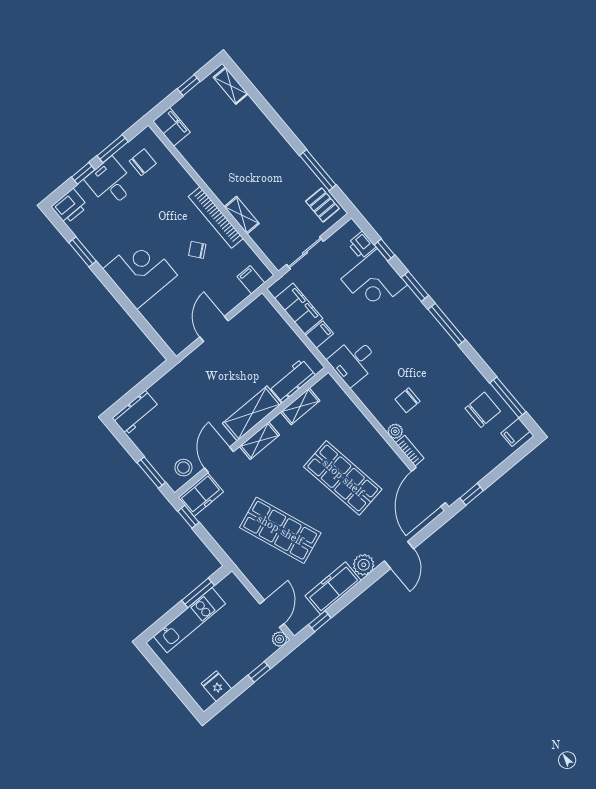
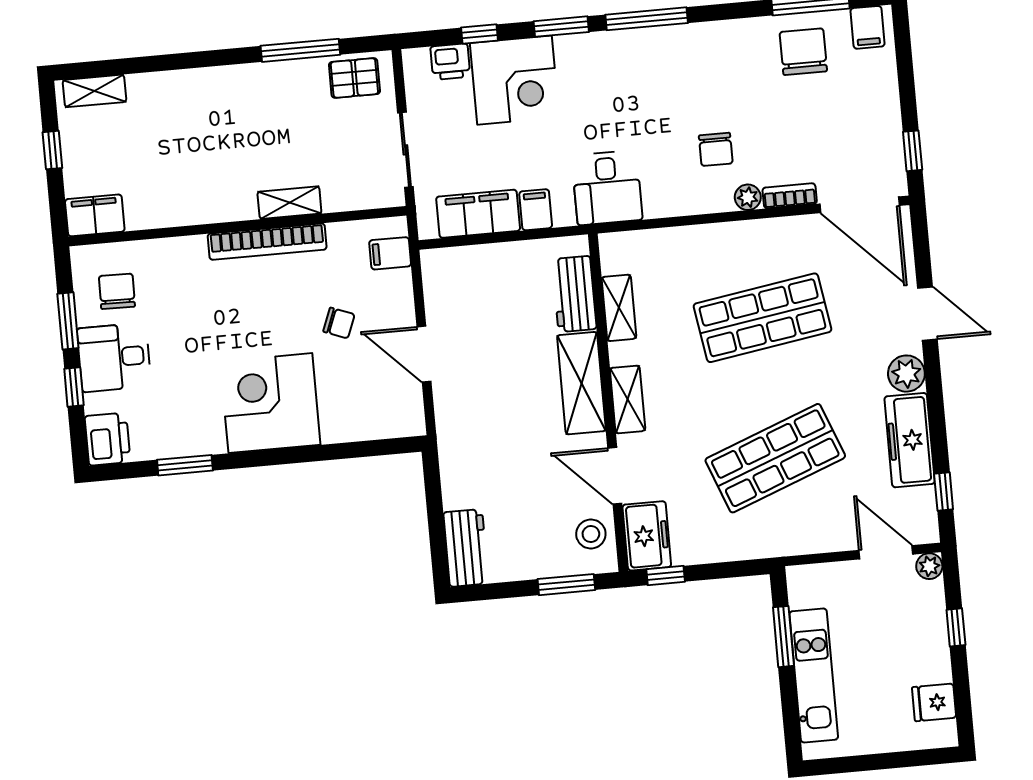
chair: (197, 250) -> (339, 323), moved, turned -120

